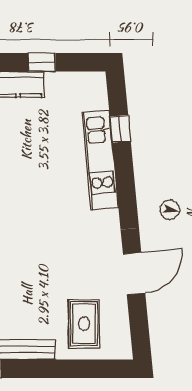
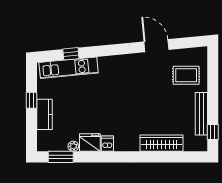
kitchen unit: (100, 160) -> (69, 68), moved

